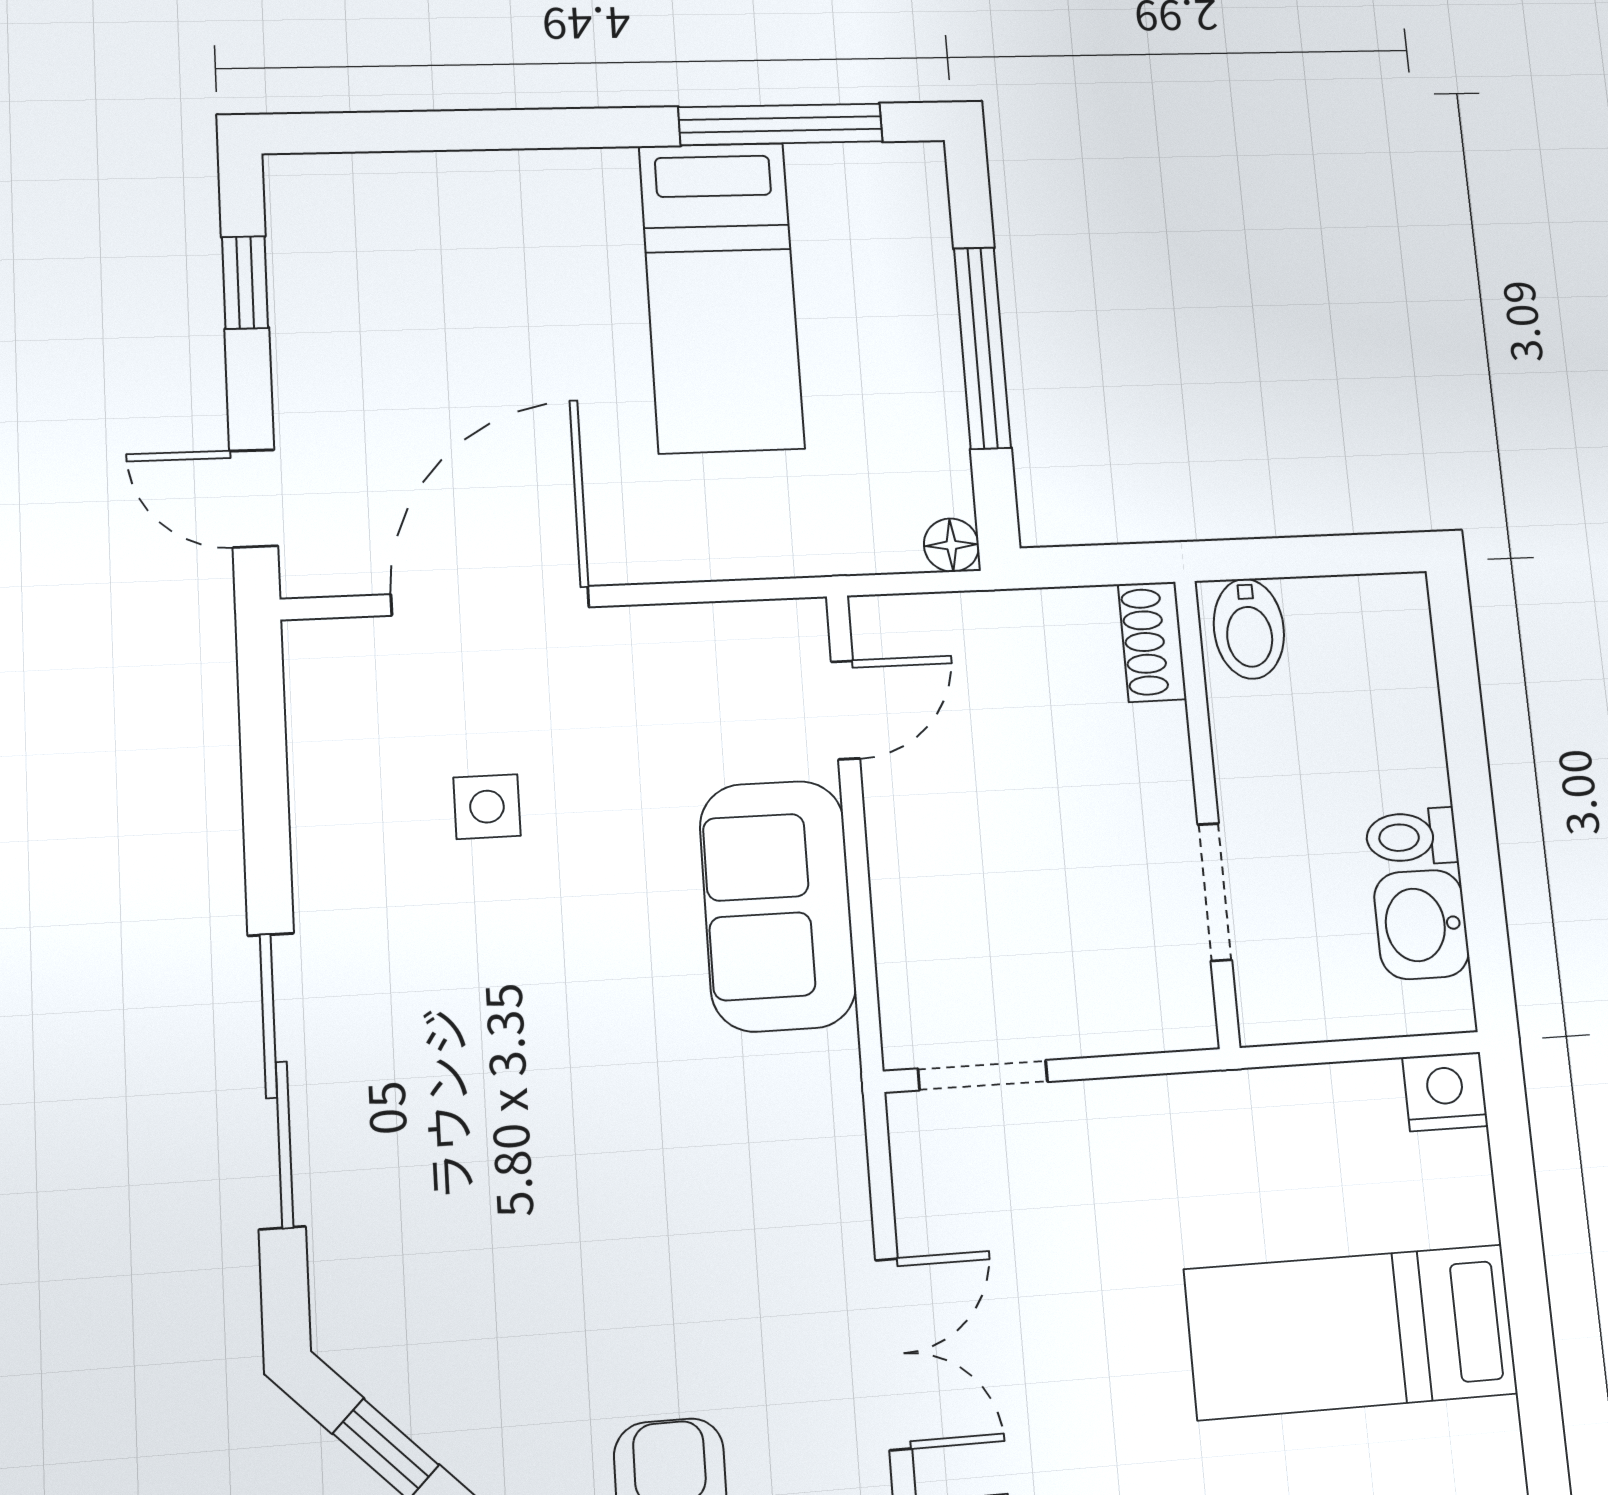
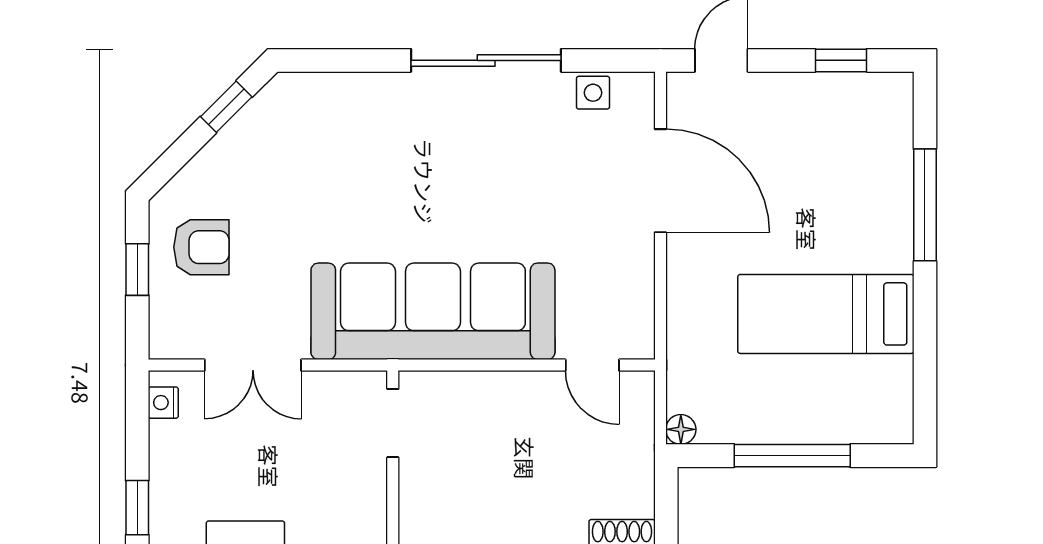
window: (781, 124) -> (925, 205), moved
side table: (487, 807) -> (593, 93), moved
sofa: (778, 906) -> (433, 311), width x1.85, depth x1.27
sliding door: (276, 1080) -> (486, 60), moved

